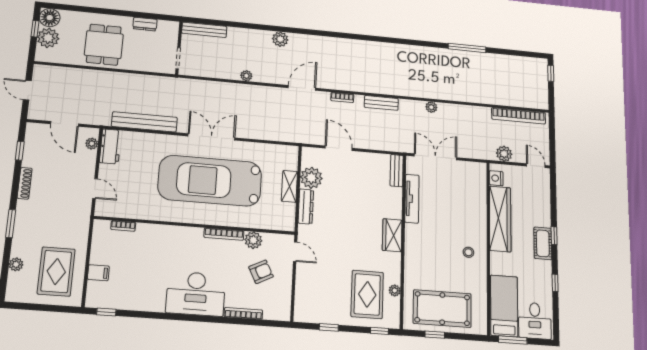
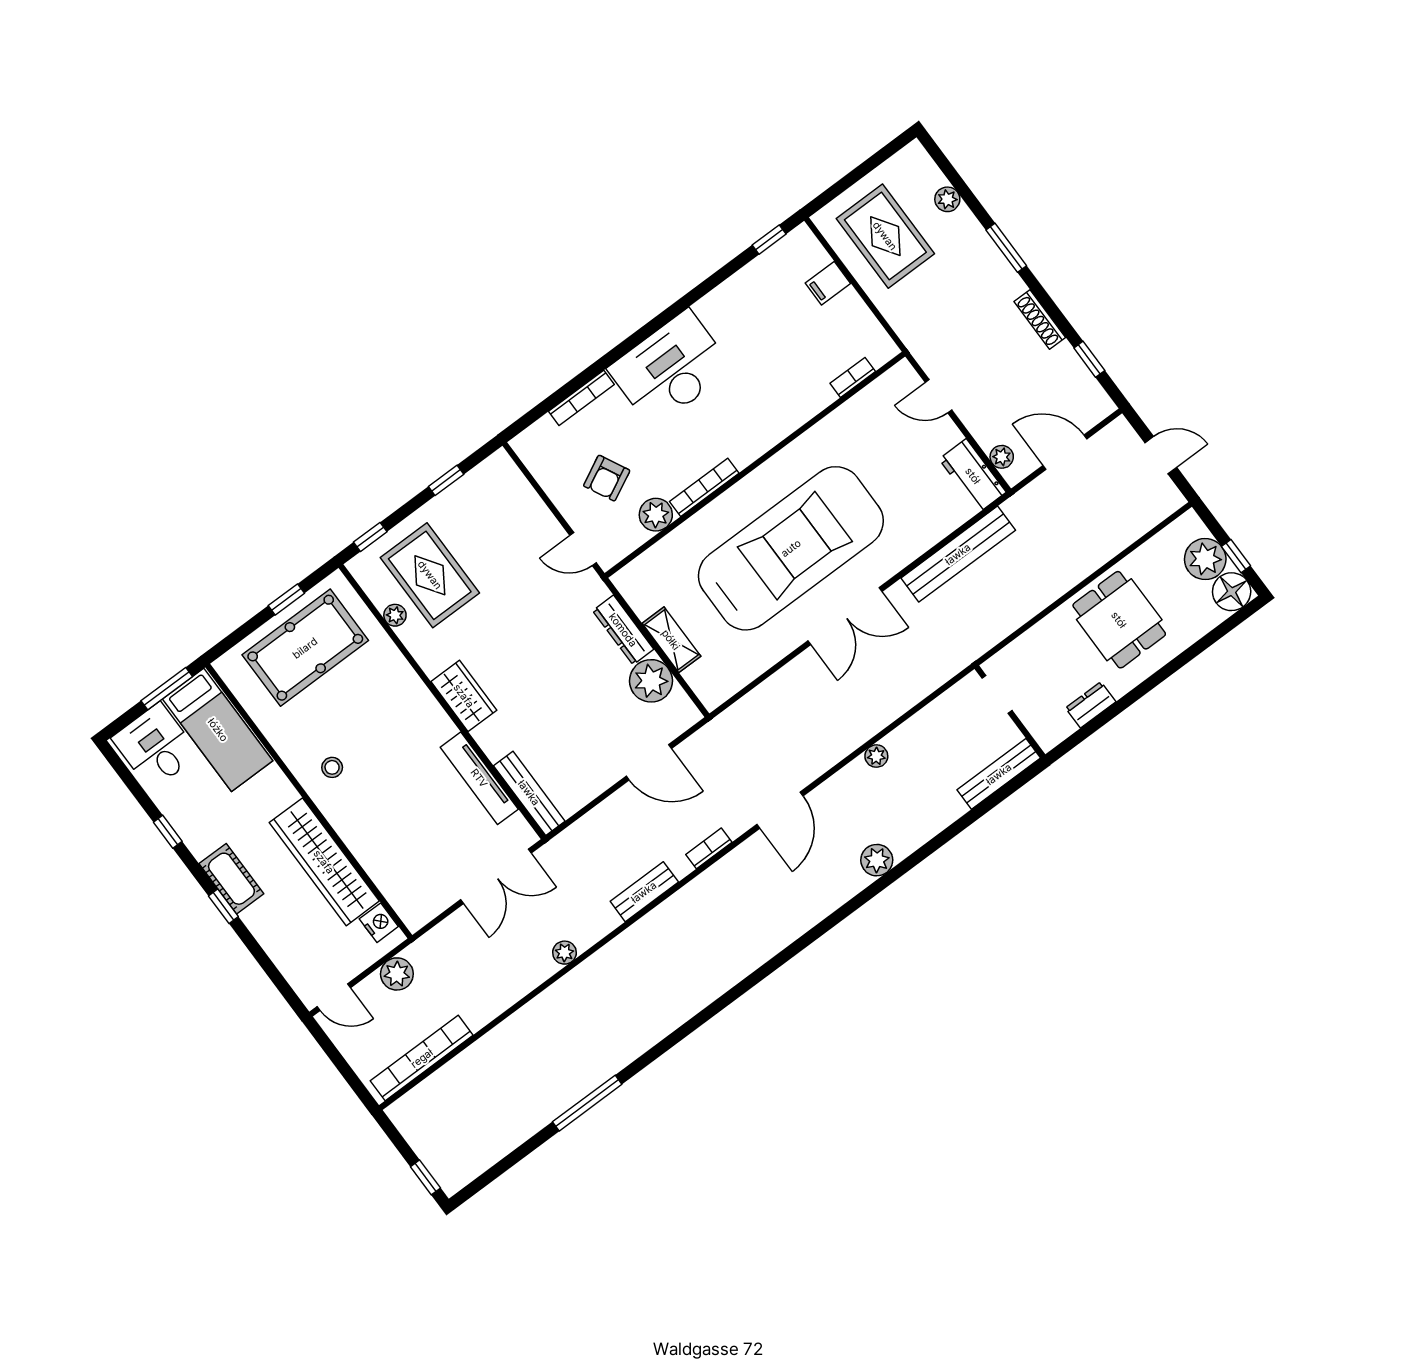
bench: (397, 171) -> (529, 793), width x1.36

